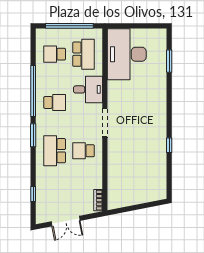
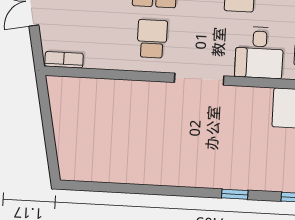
window: (169, 145) -> (235, 194), moved

